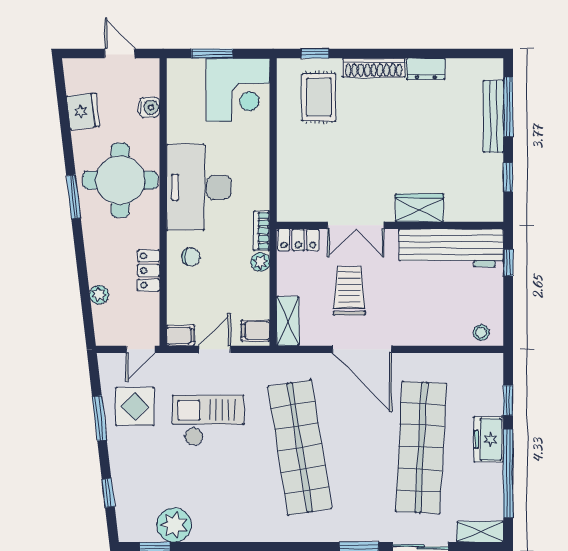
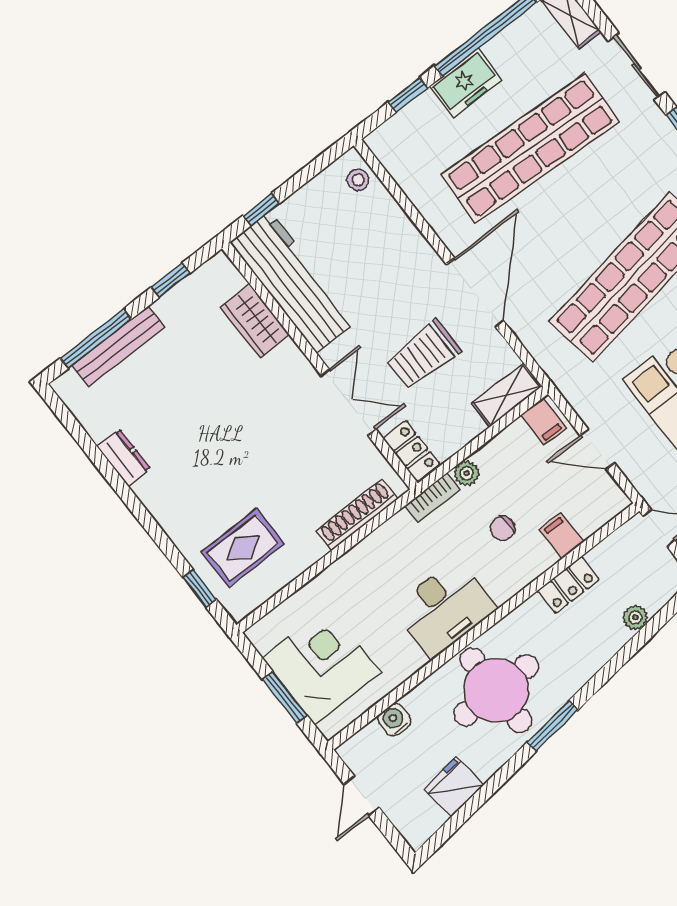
shoe rack: (374, 68) -> (357, 515), moved, turned -90
corner desk: (238, 90) -> (322, 665), moved
desk: (199, 187) -> (444, 608), width x0.73, depth x0.77
wardrobe: (419, 208) -> (255, 321), moved
chair: (191, 257) -> (502, 528), moved, turned -90
filing cabinet: (180, 335) -> (562, 536), moved

